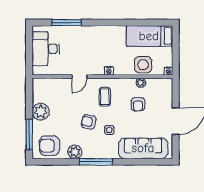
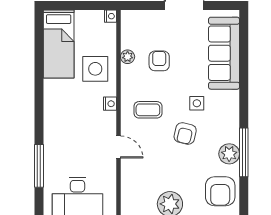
side table: (143, 65) -> (95, 69), moved
armchair: (138, 104) -> (159, 61), turned -90
window: (96, 162) -> (244, 152), moved

